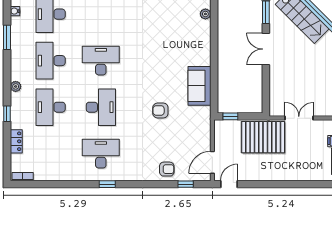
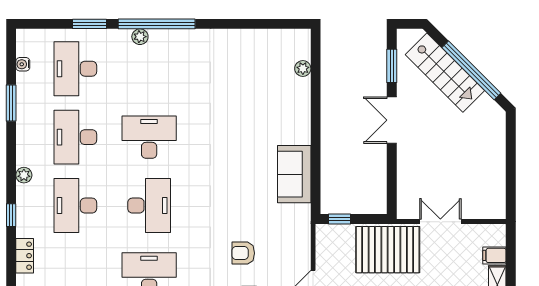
armchair: (160, 110) -> (243, 253), moved

